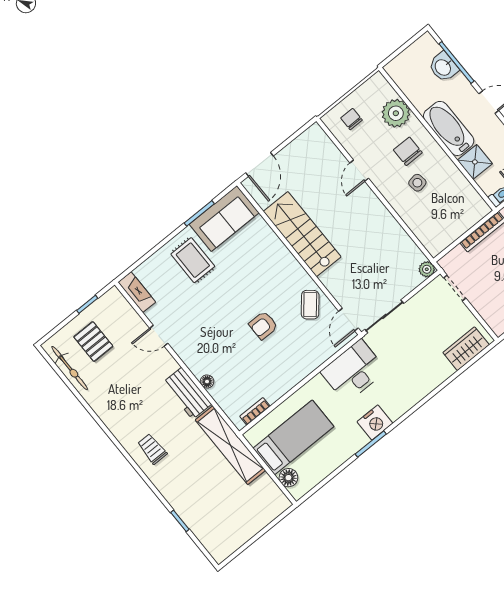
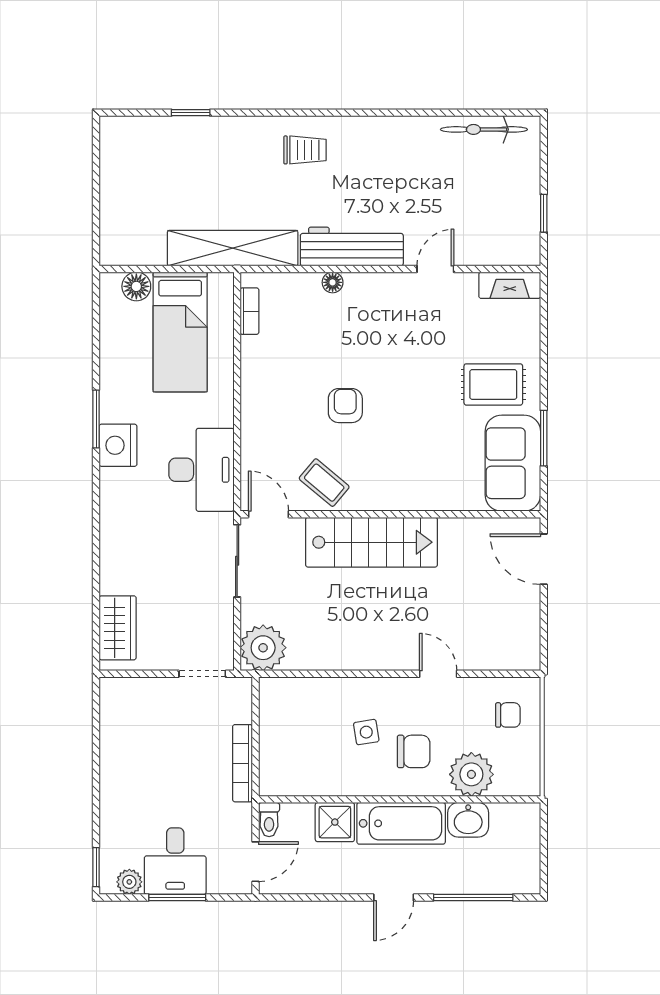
washbasin: (443, 67) -> (468, 820), moved, turned 180
stairs: (302, 234) -> (372, 542), moved
plant: (427, 269) -> (263, 648), width x1.88, depth x1.88
pallet: (93, 342) -> (493, 184), removed
workbench: (187, 393) -> (352, 247), width x1.38

